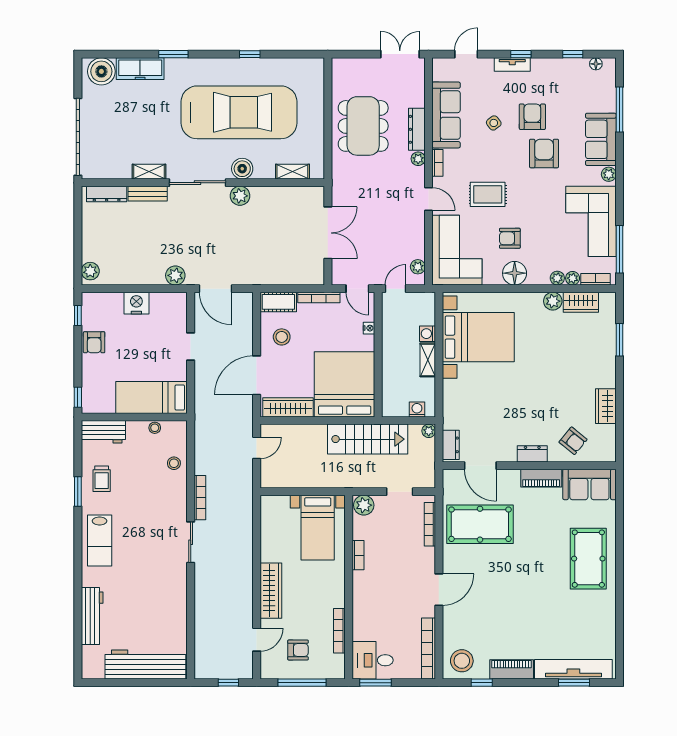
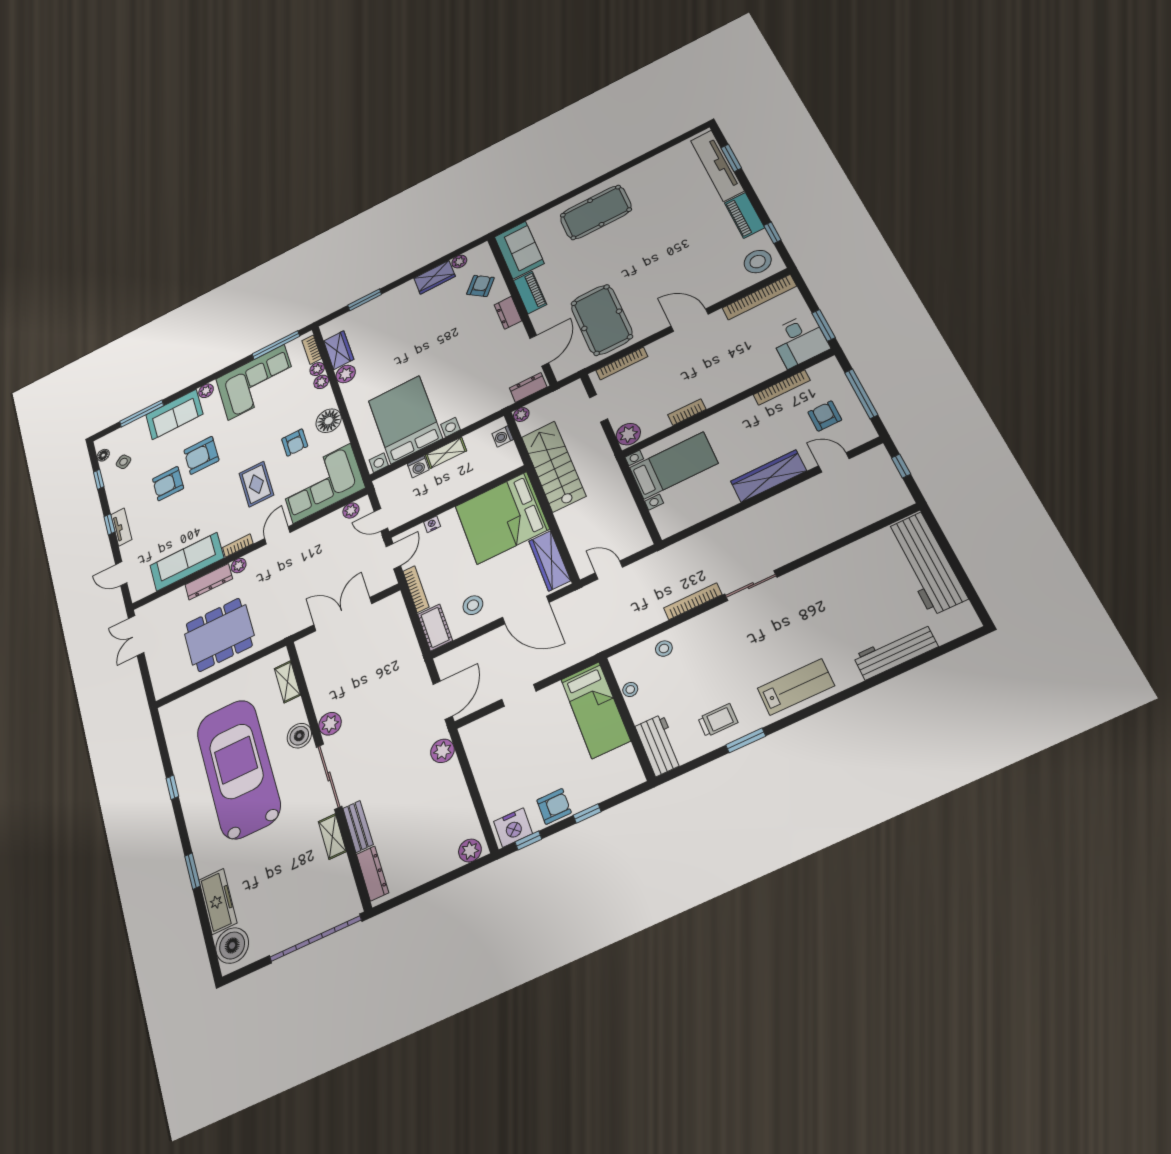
side table: (494, 123) -> (124, 462), moved
nightstand: (136, 303) -> (513, 828), moved, turned -90
window: (78, 397) -> (587, 813), moved
plant: (609, 432) -> (459, 261), added

